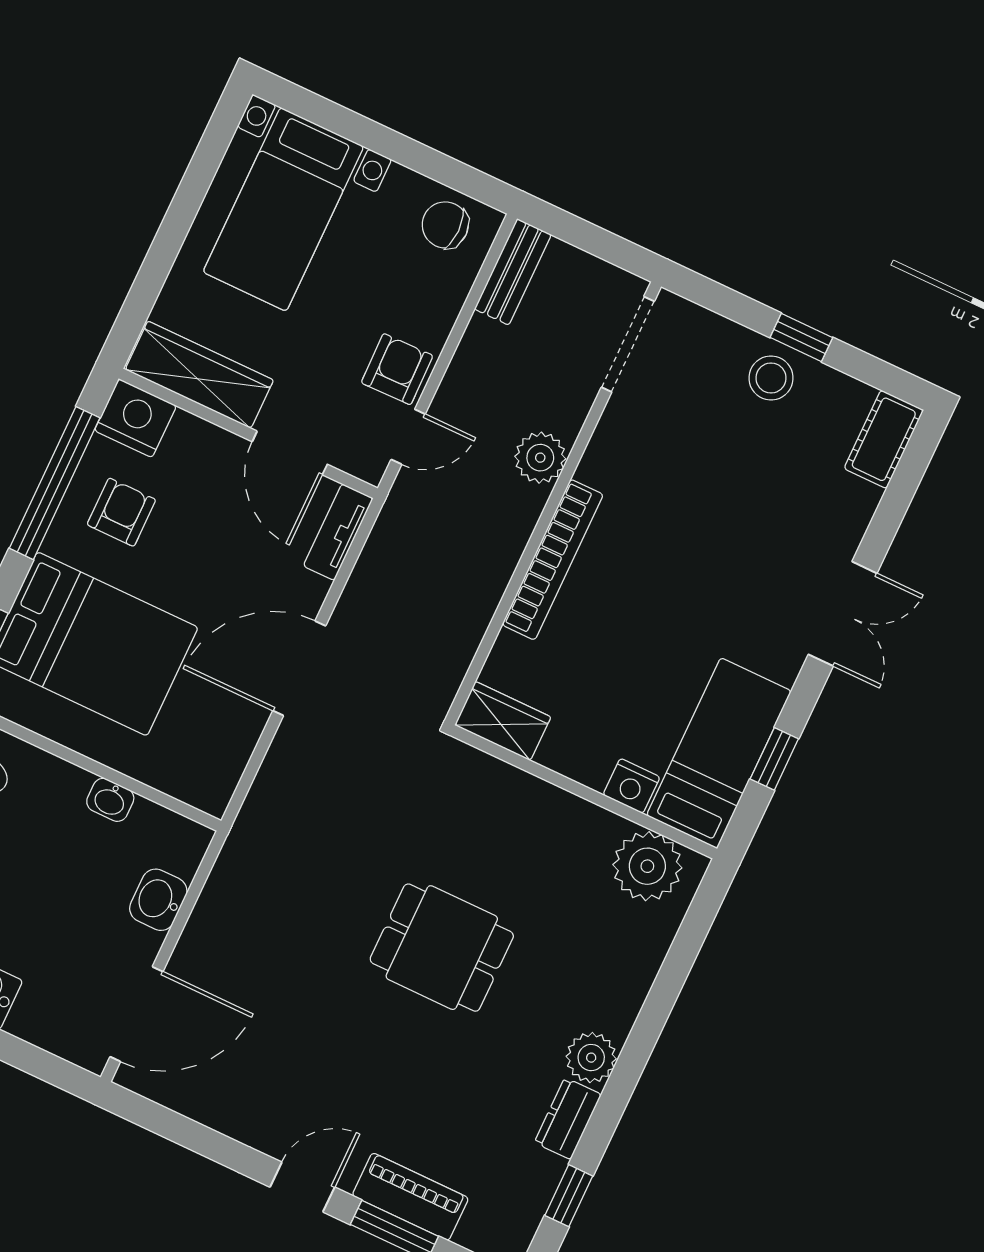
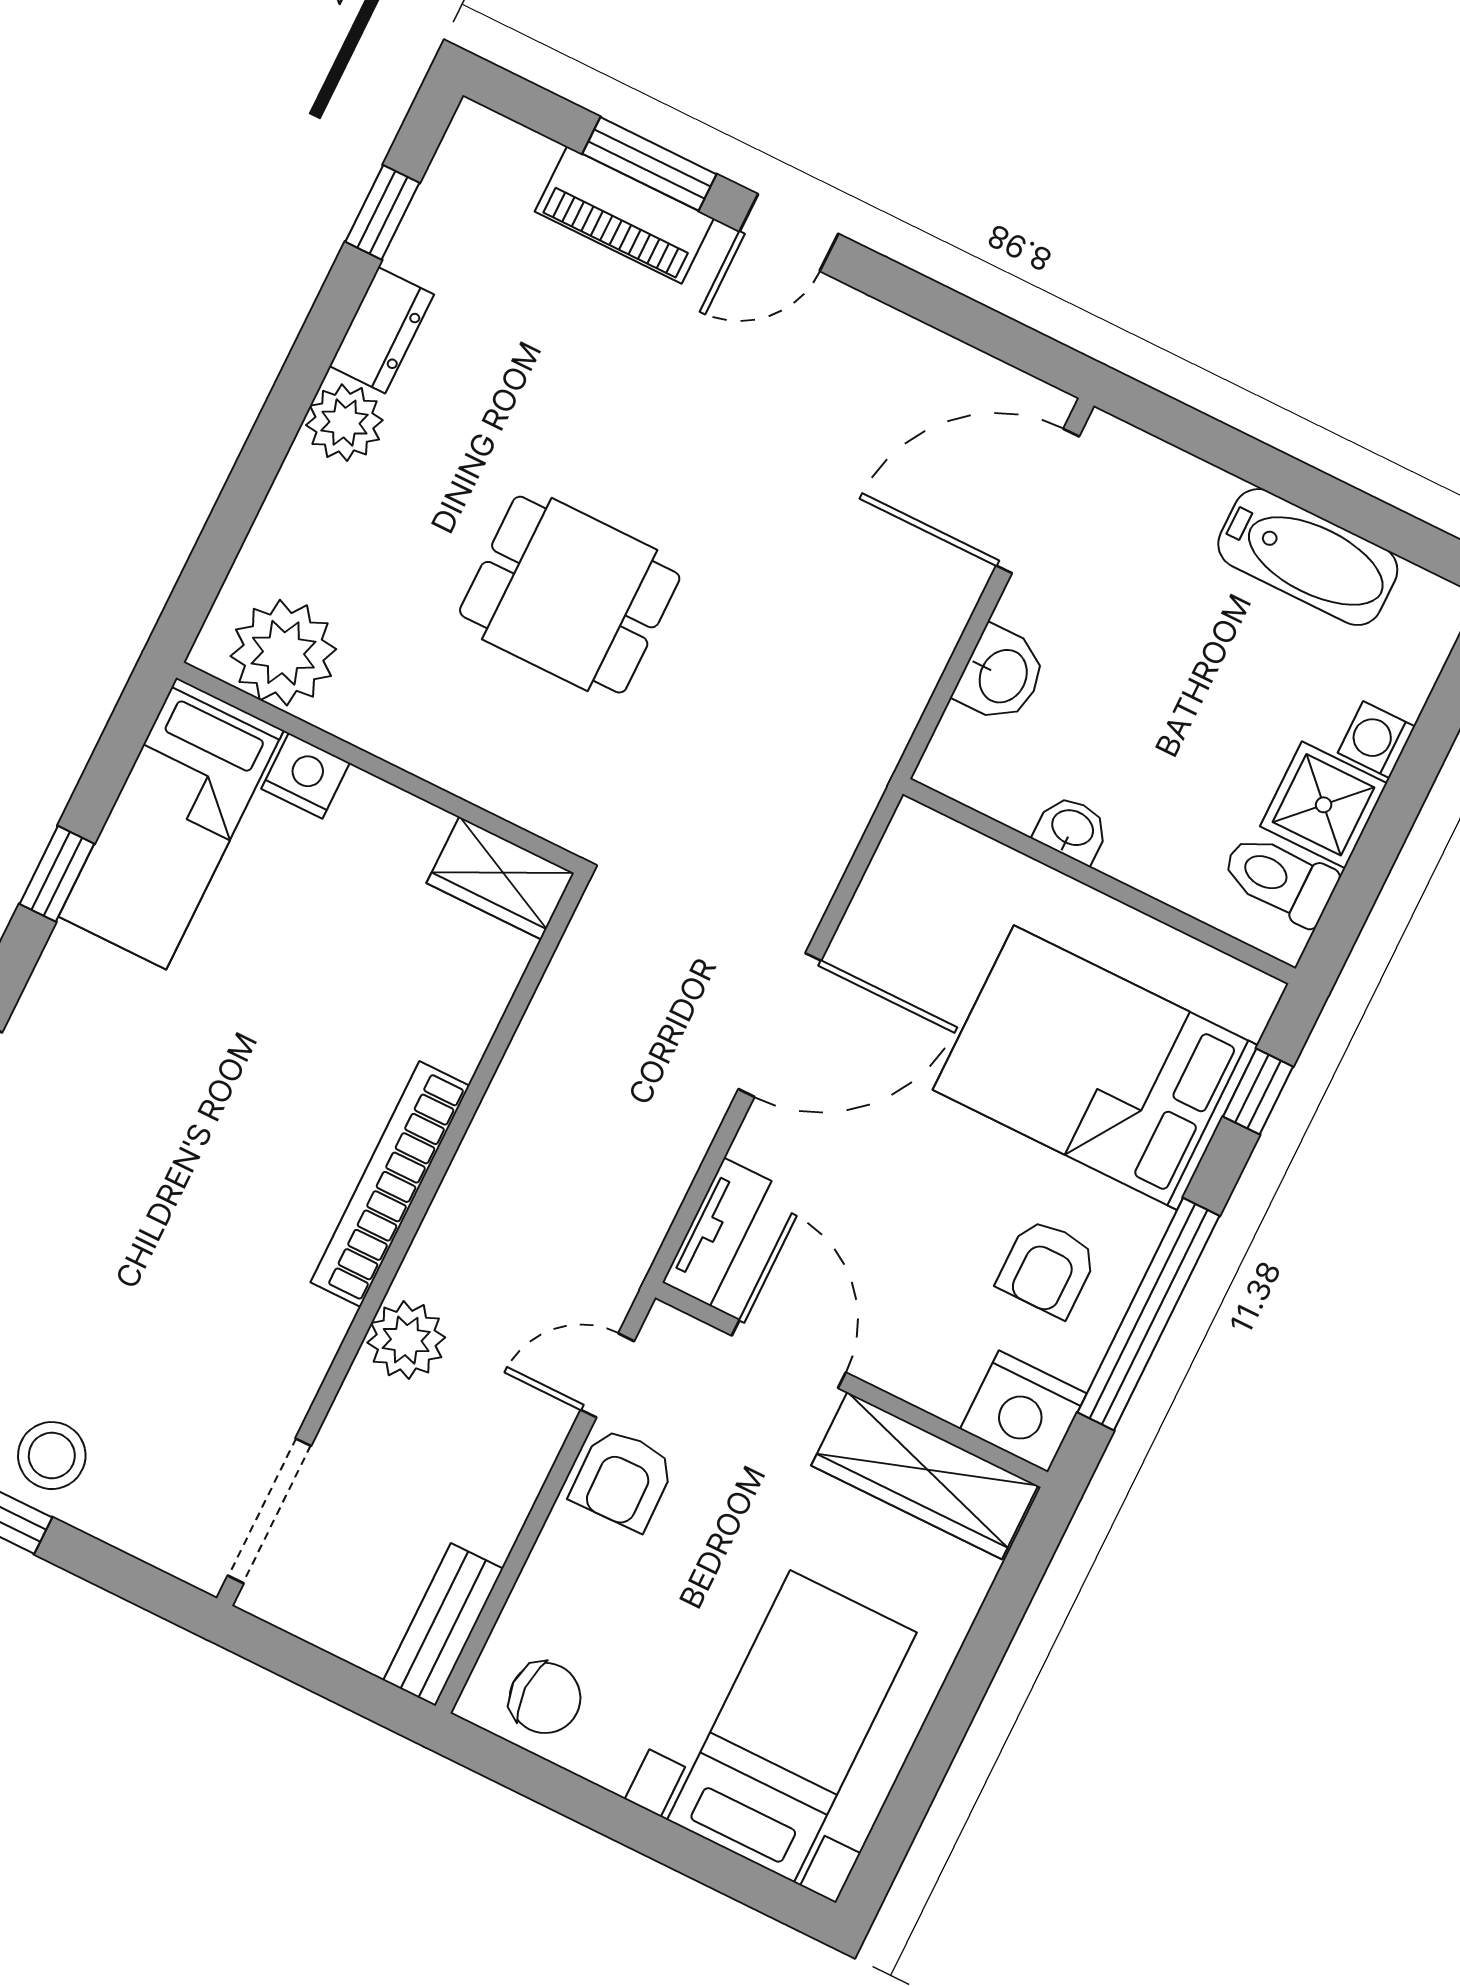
wardrobe: (503, 721) -> (500, 878), moved
bed: (719, 753) -> (171, 823), moved
nightstand: (631, 786) -> (306, 776), moved
wall: (584, 792) -> (379, 768), moved
plant: (647, 866) -> (283, 653), moved

